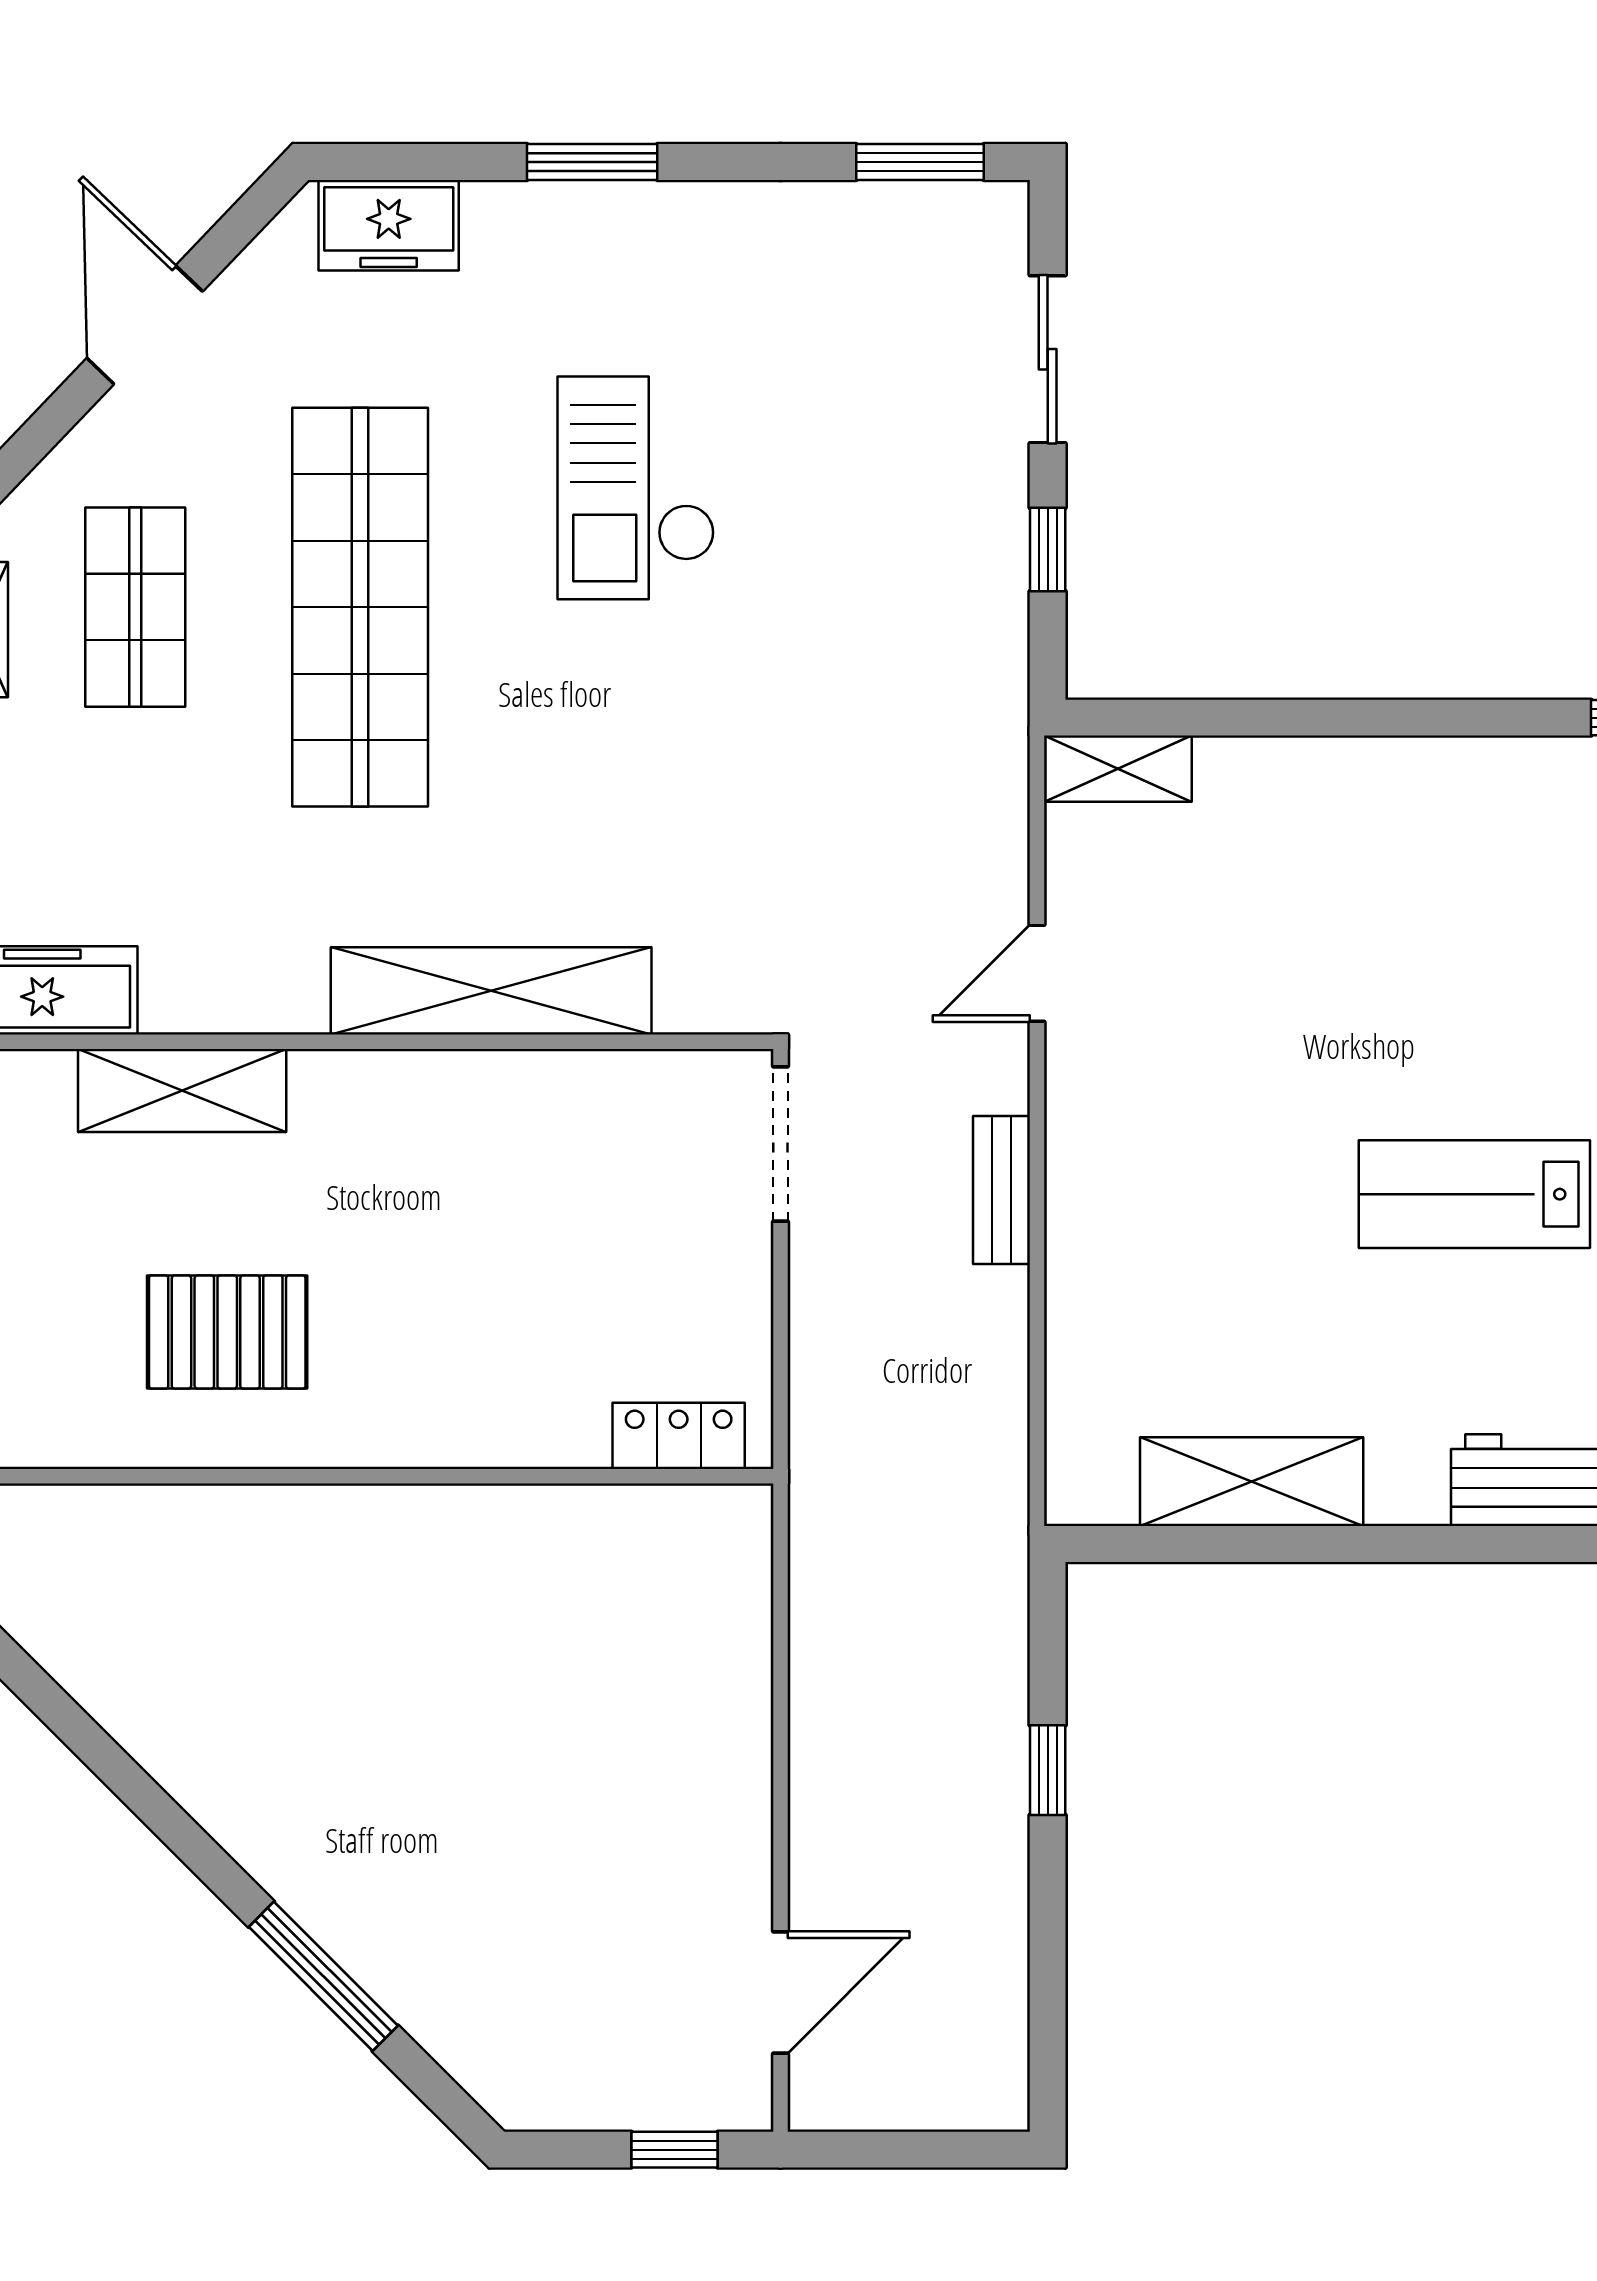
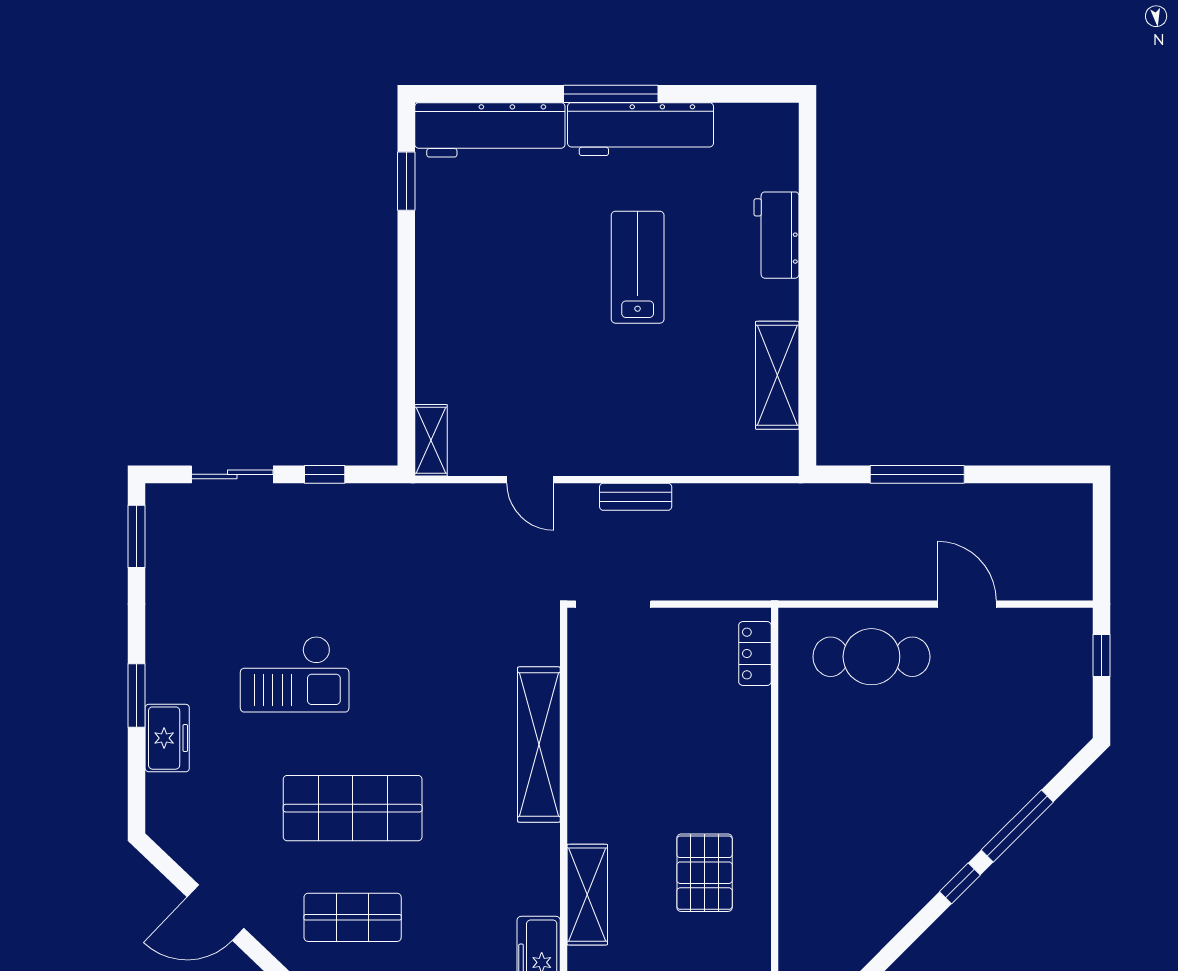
freezer: (389, 225) -> (167, 738), moved
shop shelf: (360, 607) -> (353, 808), width x0.71
lab bench: (1474, 1194) -> (638, 267), turned 180
cafe table: (672, 1676) -> (871, 657), added
window: (1048, 1770) -> (917, 474), width x2.17
window: (205, 1858) -> (960, 883), added
door: (780, 1992) -> (967, 604), moved

